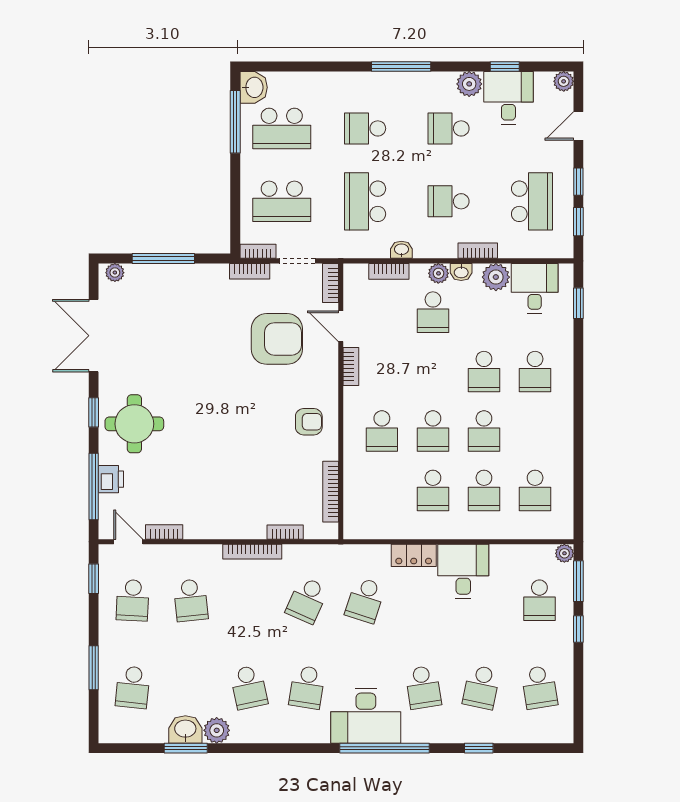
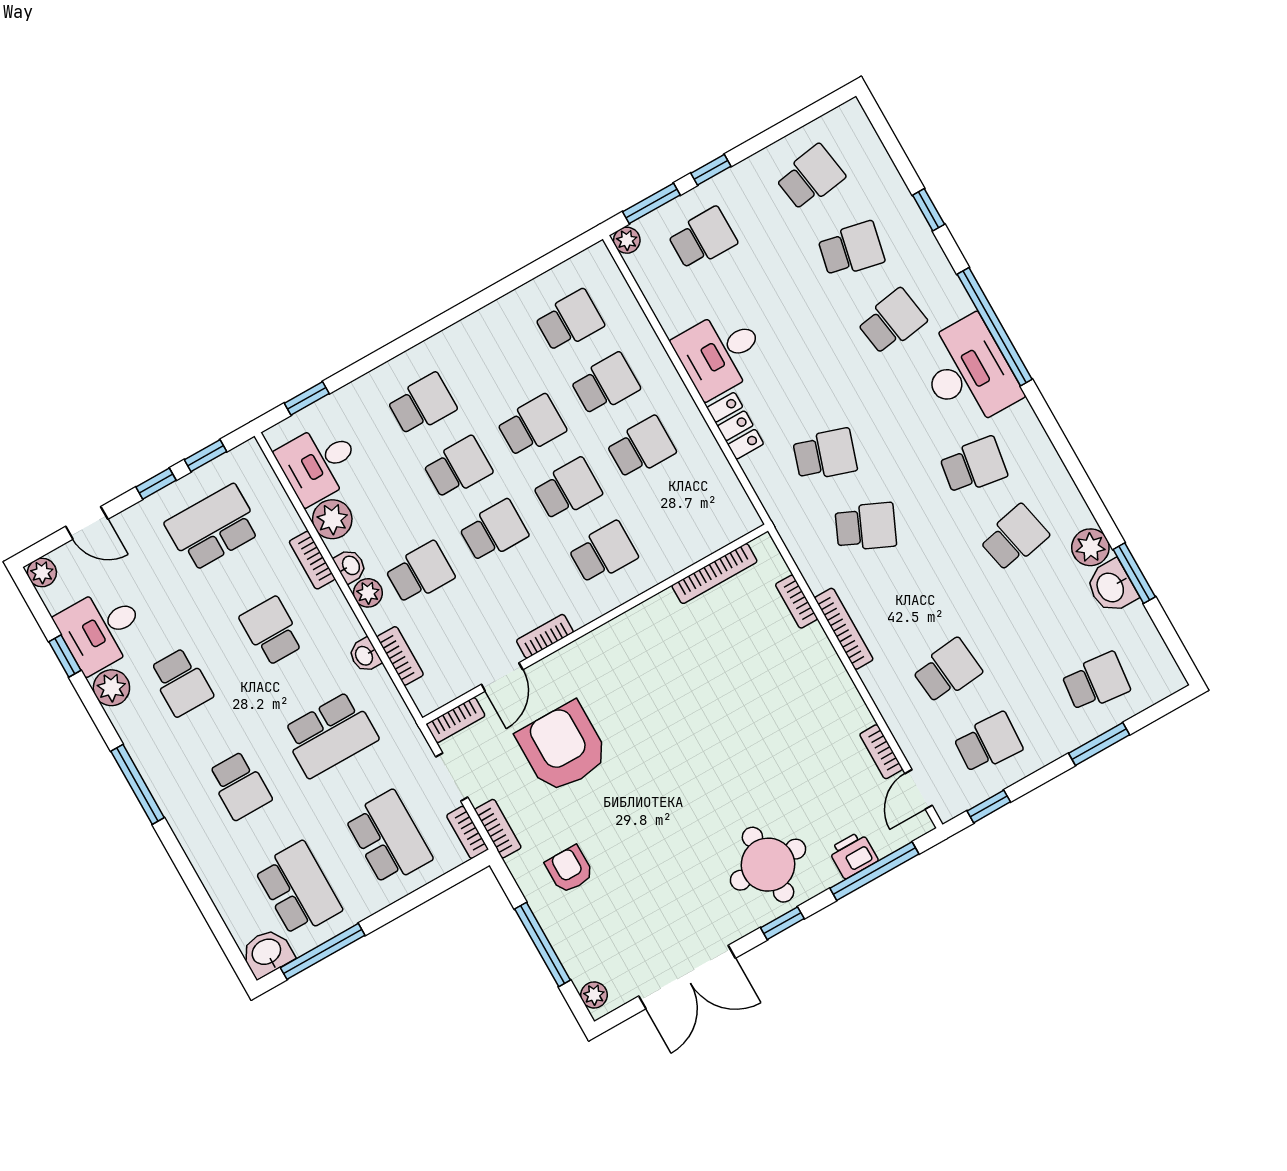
school desk: (449, 201) -> (272, 631), turned 180
school desk: (433, 372) -> (494, 531), added
armchair: (309, 422) -> (569, 869), moved

